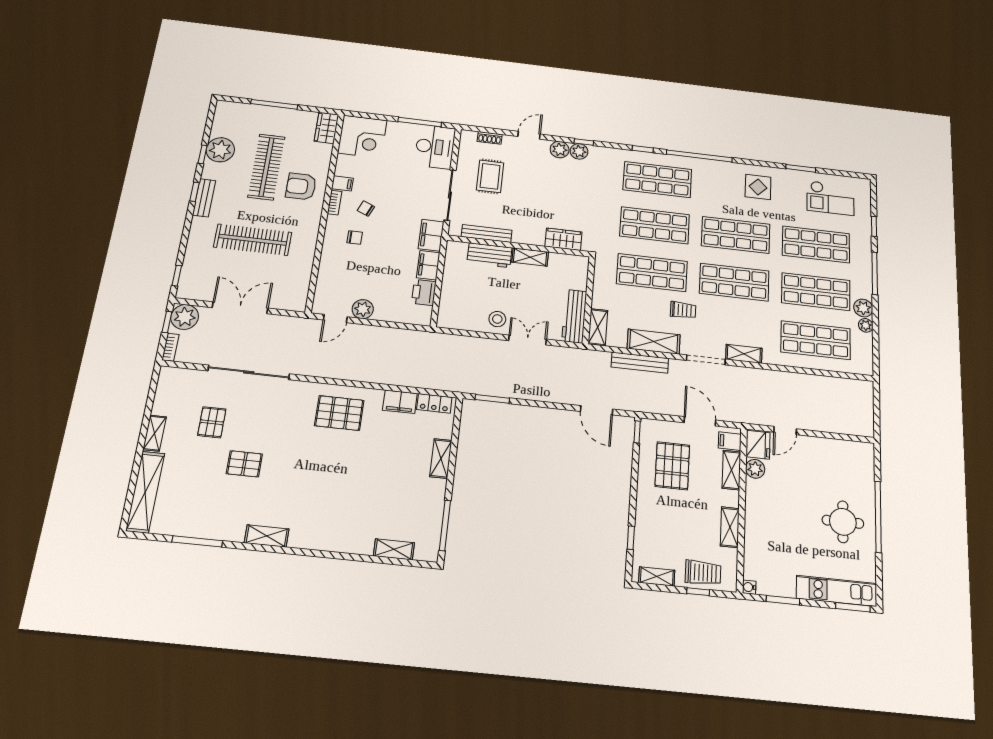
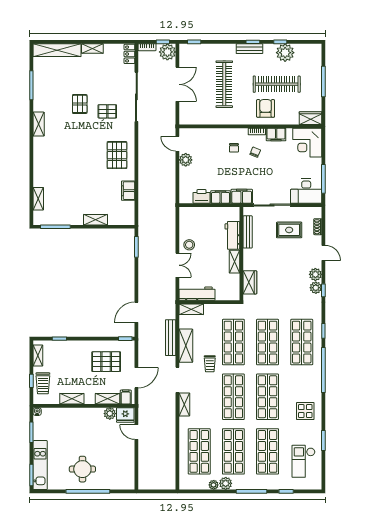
filing cabinet: (342, 183) -> (276, 135), width x2.00
locker: (434, 403) -> (129, 54), moved
pallet: (212, 422) -> (107, 111), moved

